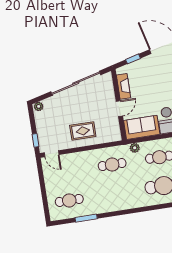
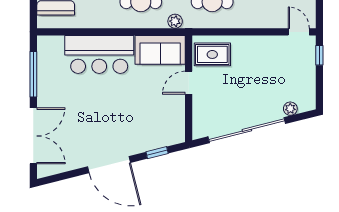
fireplace: (124, 86) -> (177, 114), removed
plant: (39, 106) -> (290, 109), moved
rug: (83, 131) -> (212, 54), moved

